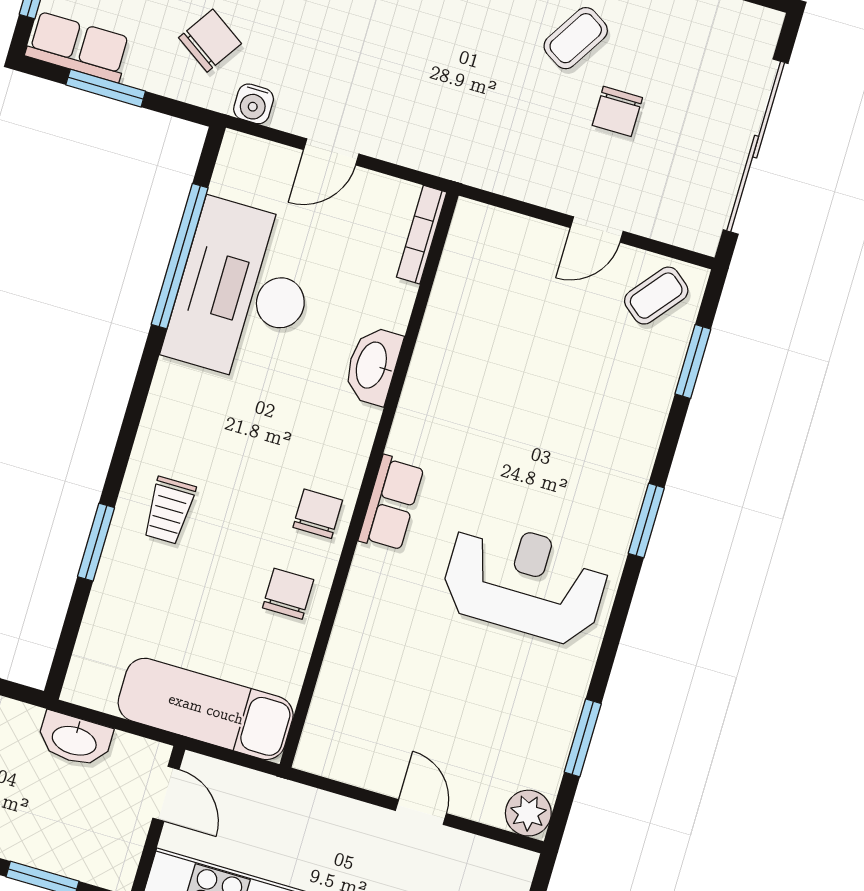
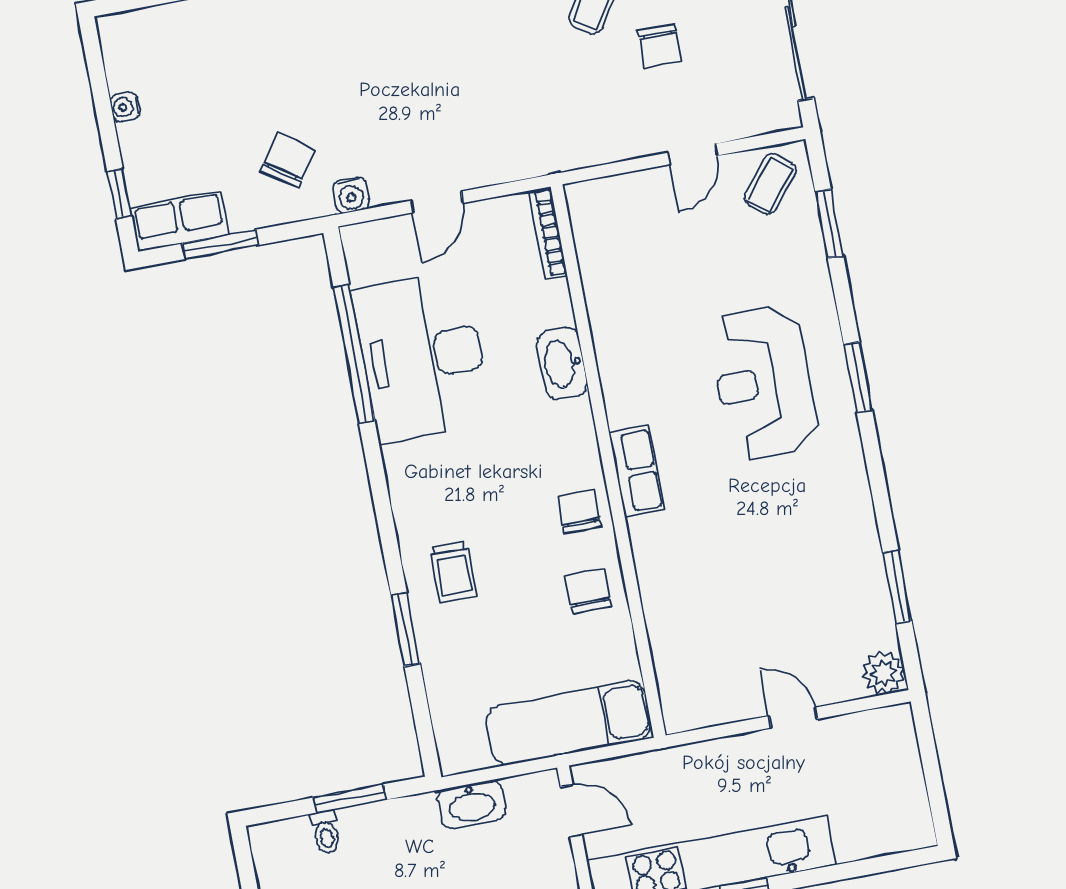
reception desk: (525, 582) -> (764, 382), moved, turned -90

